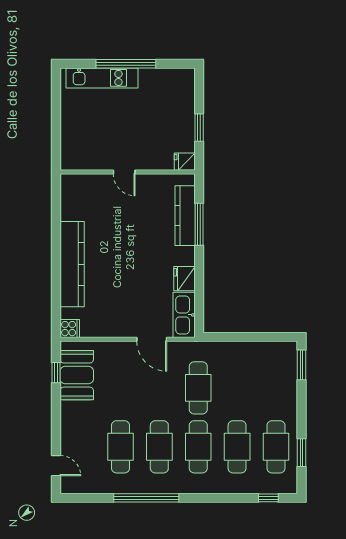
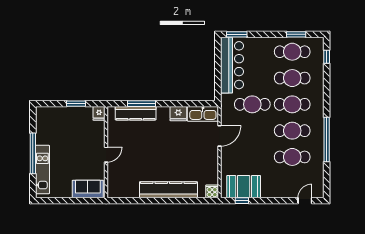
sofa: (73, 145) -> (88, 189), added
bar counter: (256, 358) -> (232, 65), added

